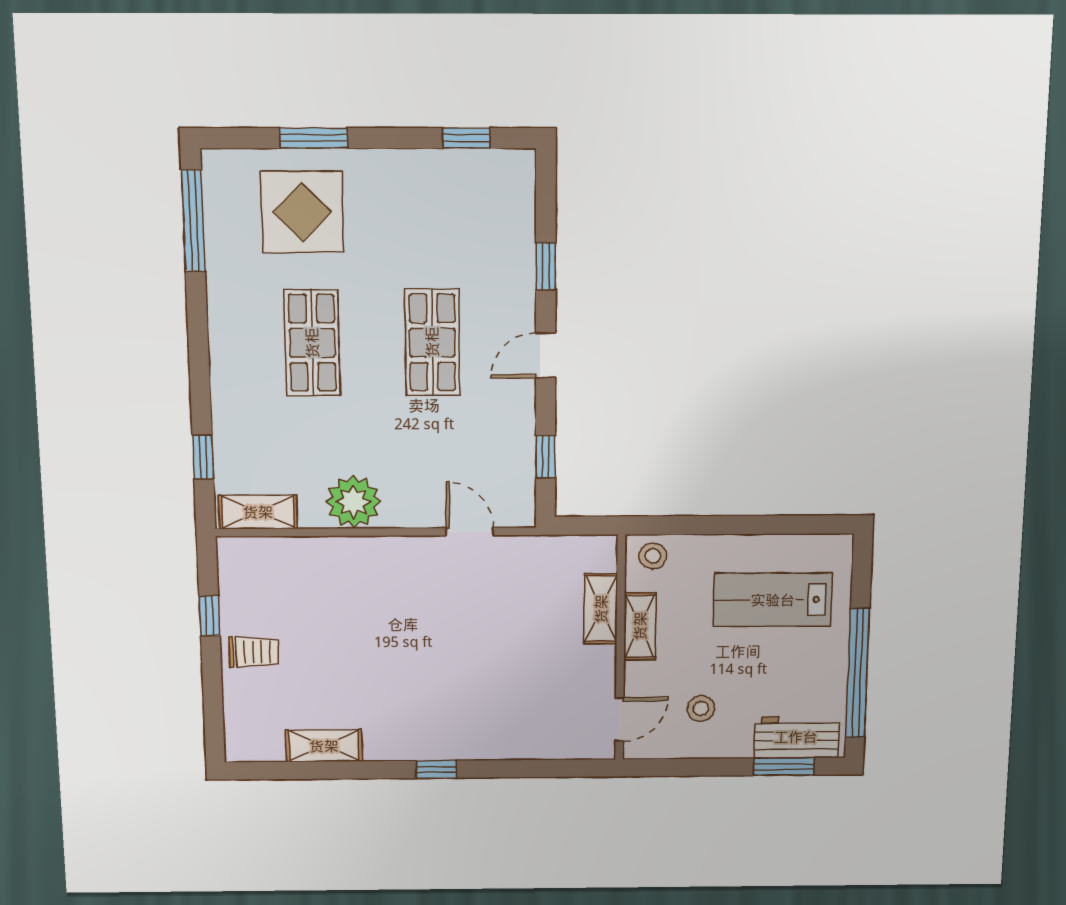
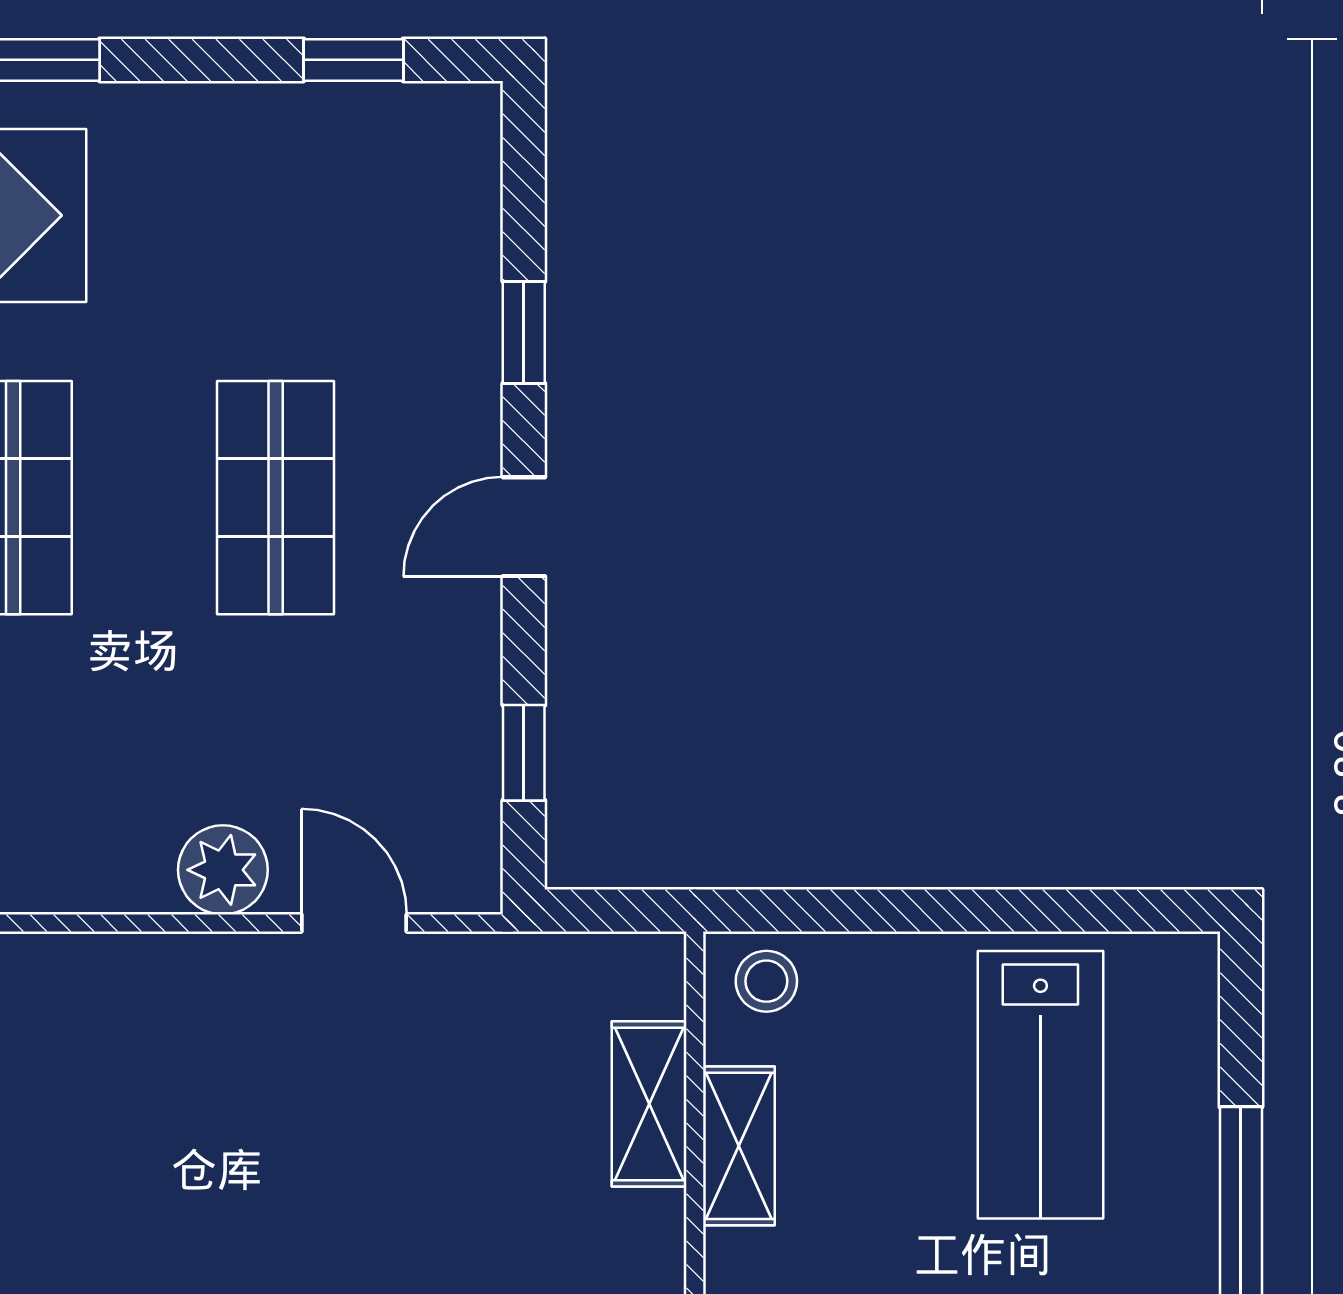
plant: (354, 502) -> (223, 870), moved, width x0.73, depth x0.73
lab bench: (773, 600) -> (1040, 1085), turned -90

